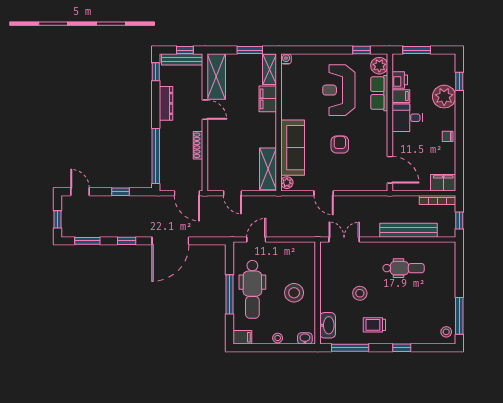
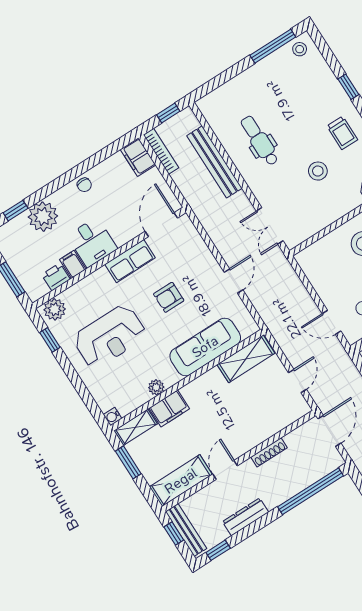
row of seats: (379, 93) -> (130, 261), moved
plant: (287, 183) -> (156, 387), moved

